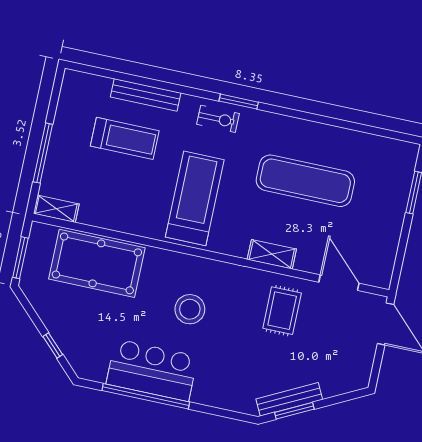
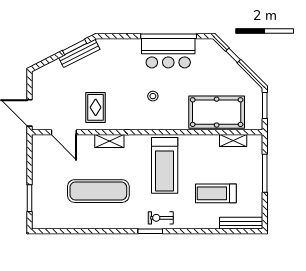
bench: (146, 95) -> (241, 223), moved
shelving: (56, 209) -> (233, 141), moved
stool: (190, 309) -> (153, 96), width x0.53, depth x0.53

